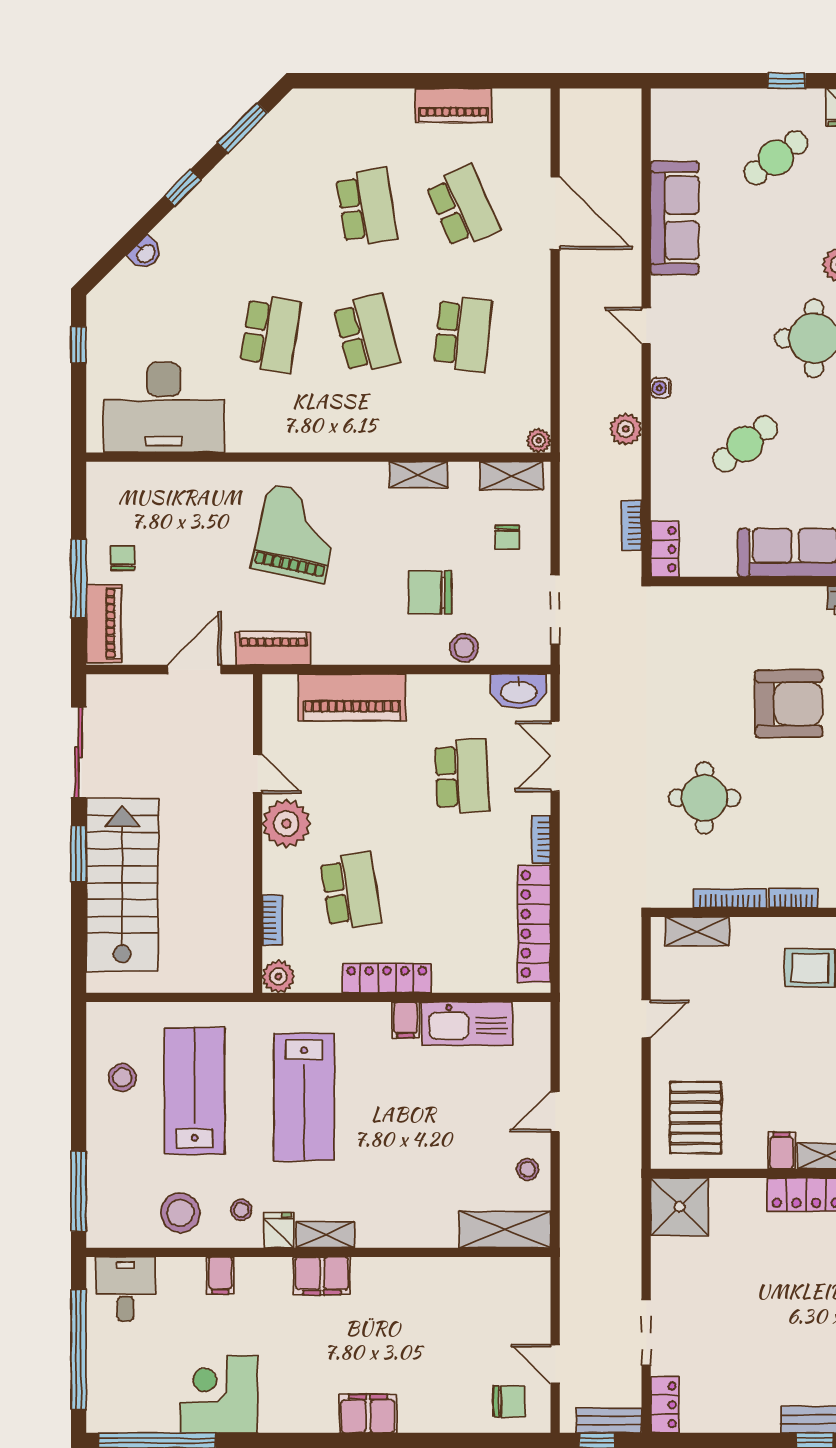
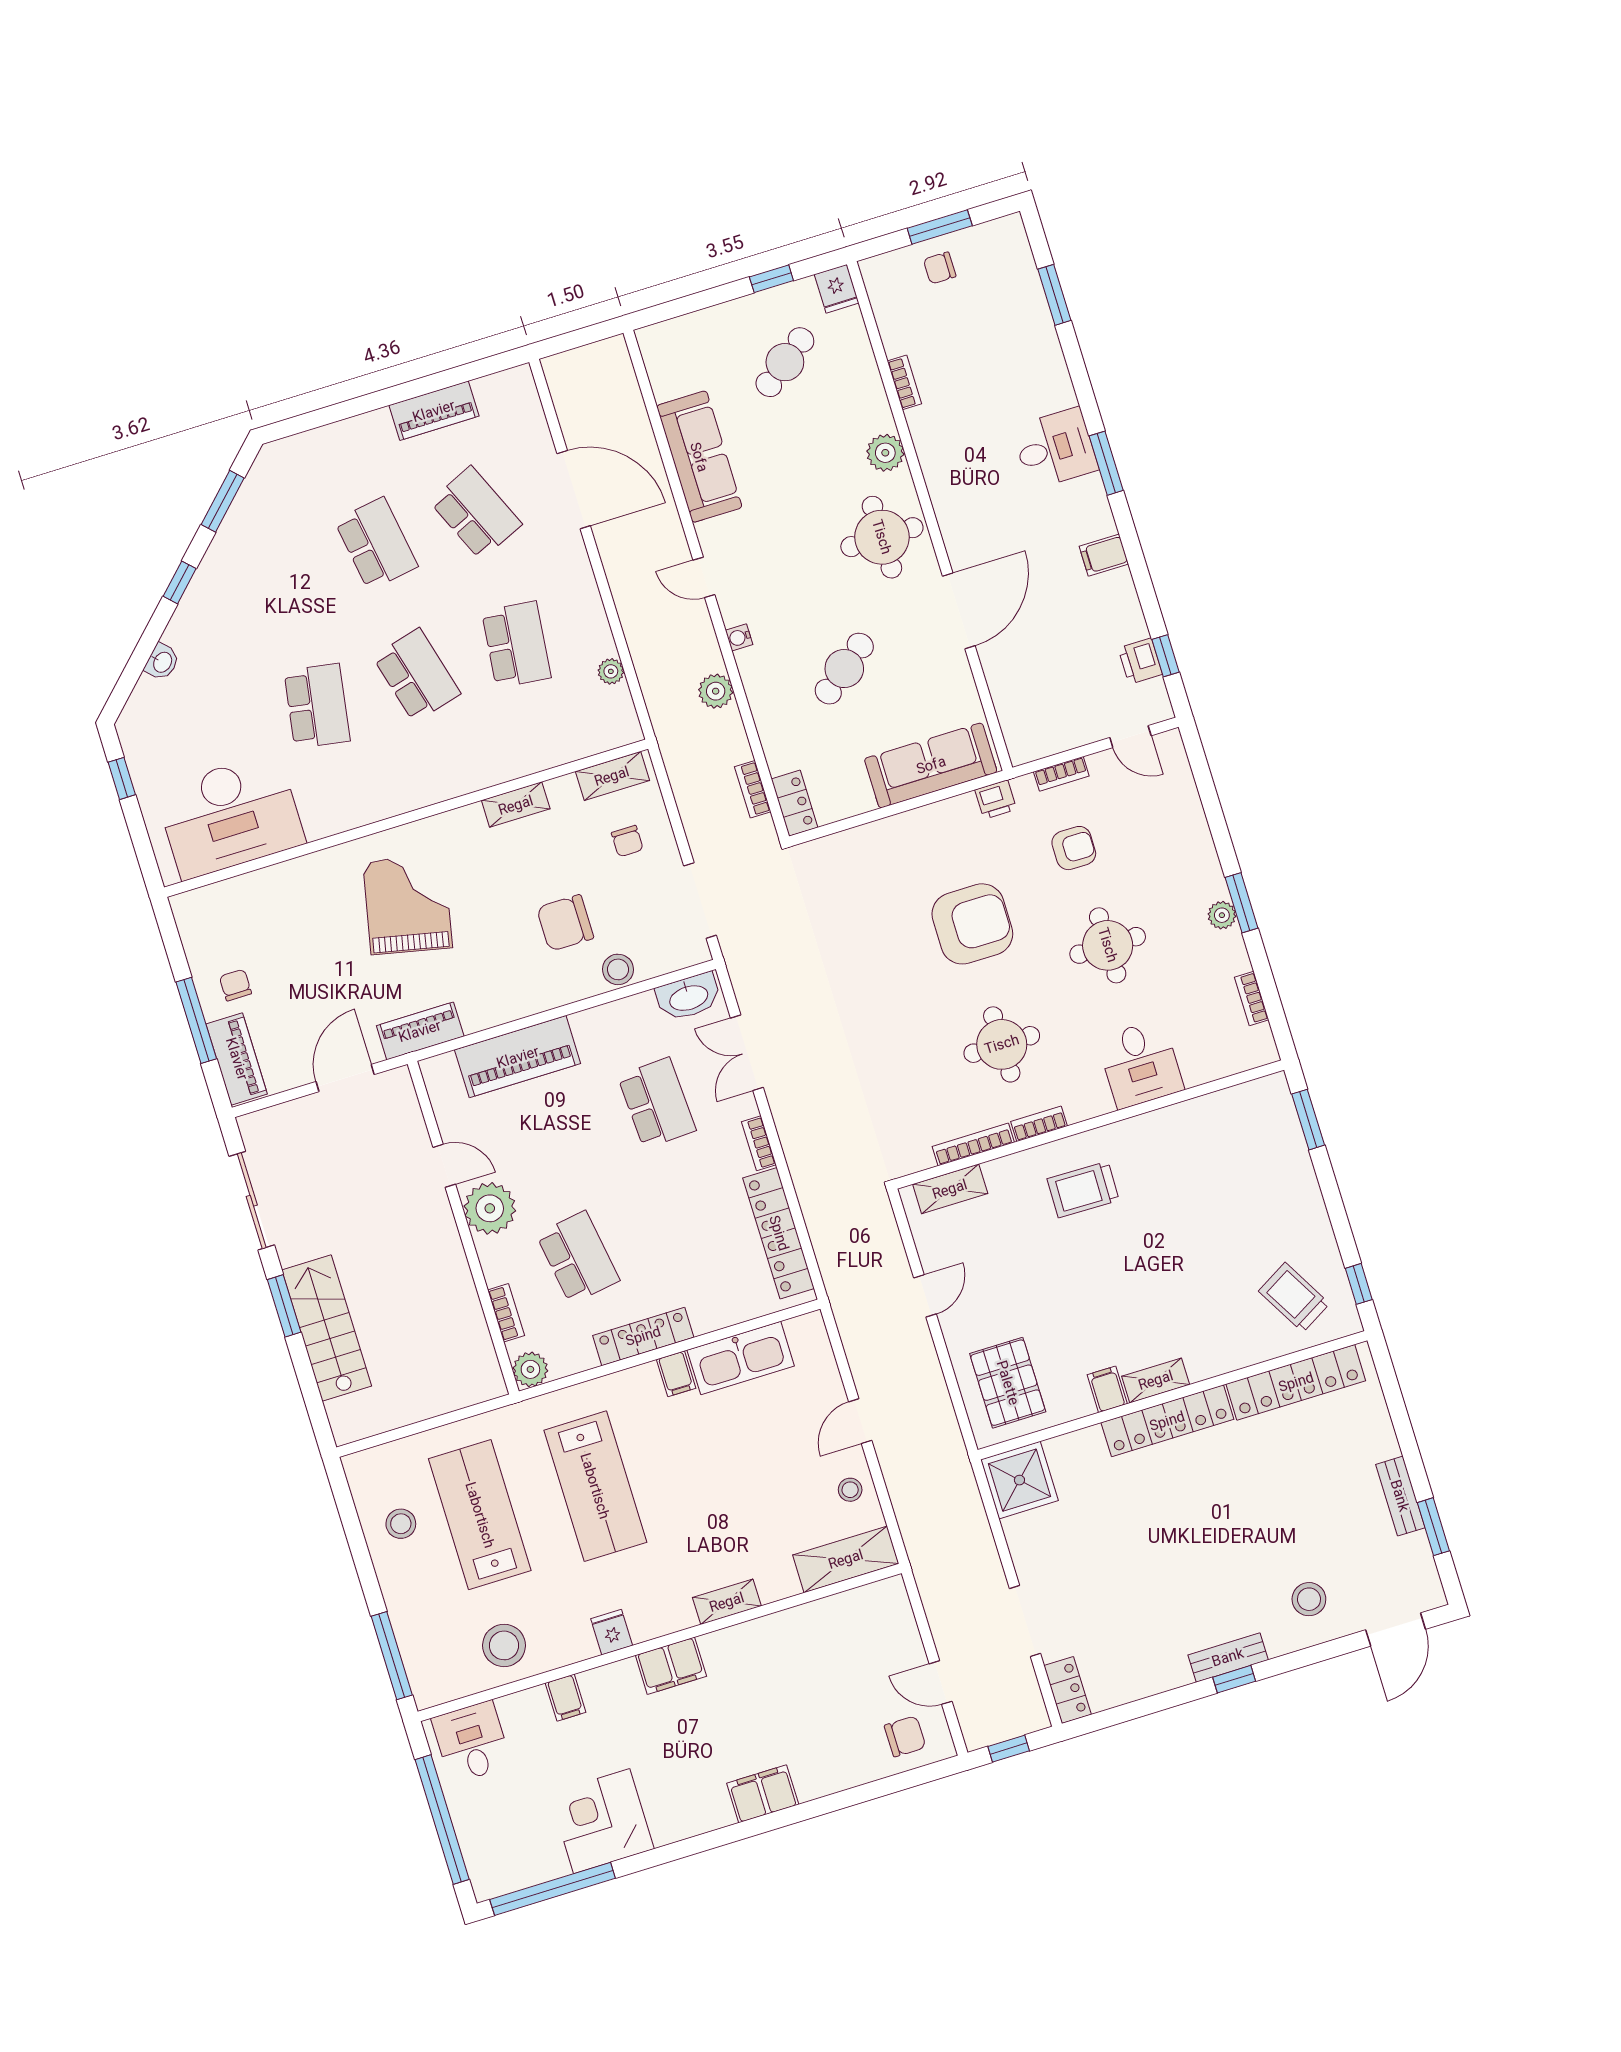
plant: (539, 441) -> (611, 671), moved
round table: (704, 798) -> (1002, 1044), moved
stairs: (122, 885) -> (327, 1328), width x0.73, depth x0.66
stool: (241, 1210) -> (566, 1623), removed
shelving: (325, 1235) -> (727, 1602), moved
bench: (609, 1420) -> (1014, 1724), removed

